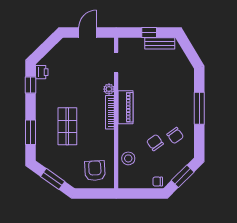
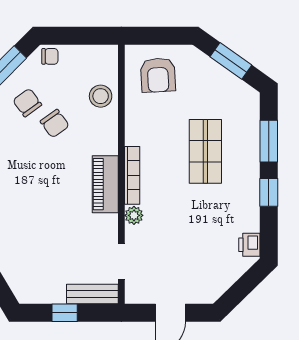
bench: (160, 43) -> (92, 294), moved
window: (31, 85) -> (269, 192), moved
chair: (175, 136) -> (27, 103), moved

